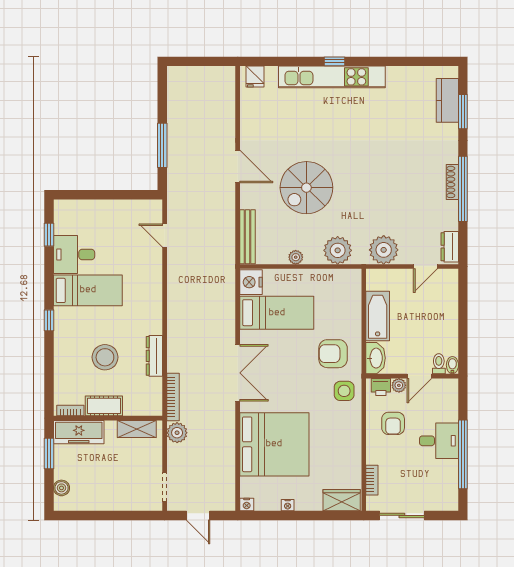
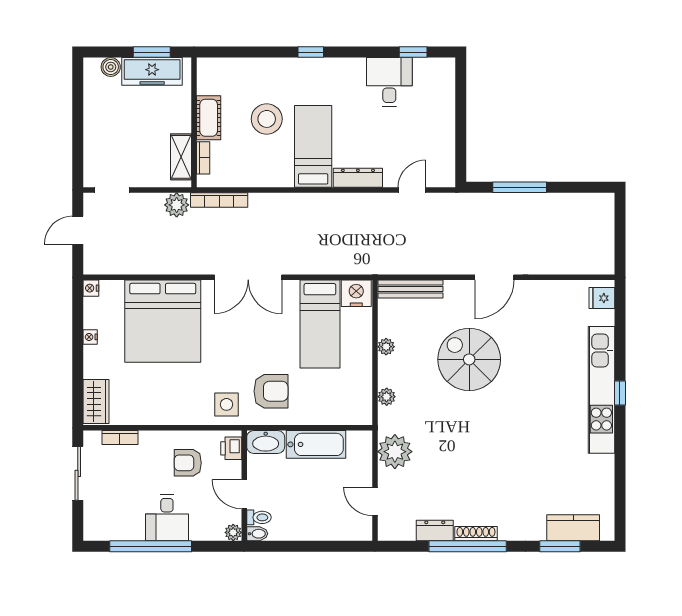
dresser: (450, 247) -> (435, 530), moved
plant: (338, 250) -> (387, 397), width x0.53, depth x0.53
bed: (88, 290) -> (313, 146), moved, turned 180
armchair: (333, 354) -> (271, 391), turned 90
dresser: (154, 356) -> (358, 178), moved
plant: (399, 385) -> (233, 532), moved
bookcase: (70, 410) -> (203, 158), moved
freezer: (79, 432) -> (152, 71), moved, turned -90

